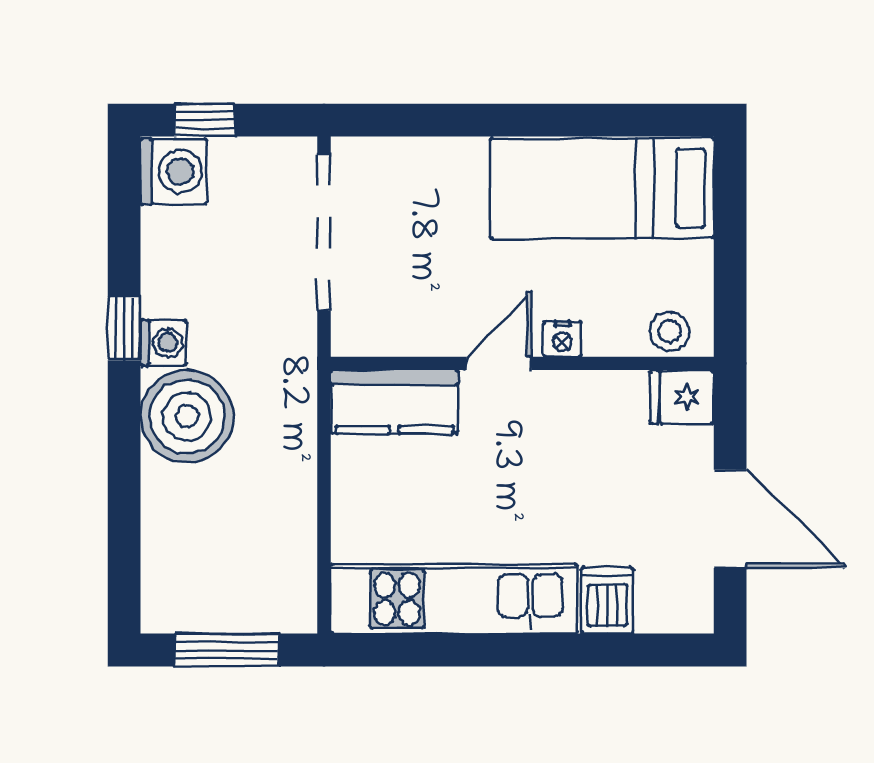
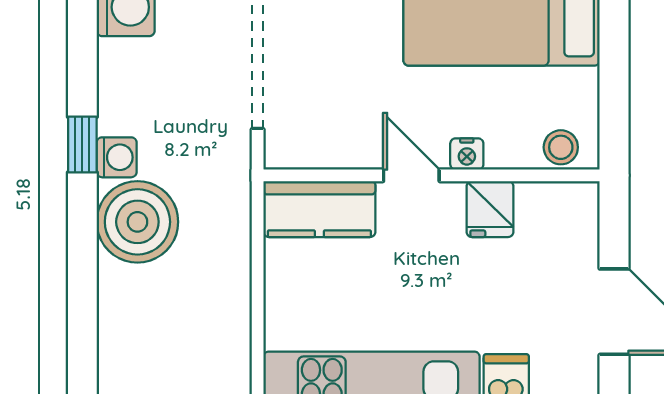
door: (499, 363) -> (411, 175), hinge flipped
fridge: (682, 397) -> (490, 209), moved, turned -90

